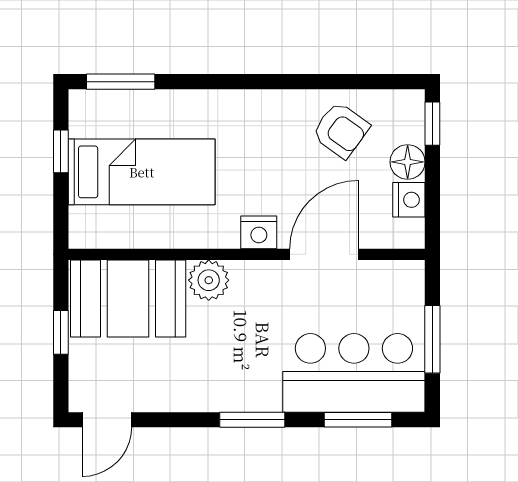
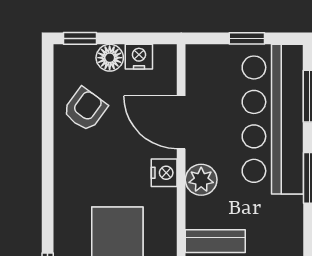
plant: (209, 280) -> (201, 180), moved
window: (432, 339) -> (247, 38), width x0.67
bar counter: (354, 373) -> (273, 119), width x1.36

